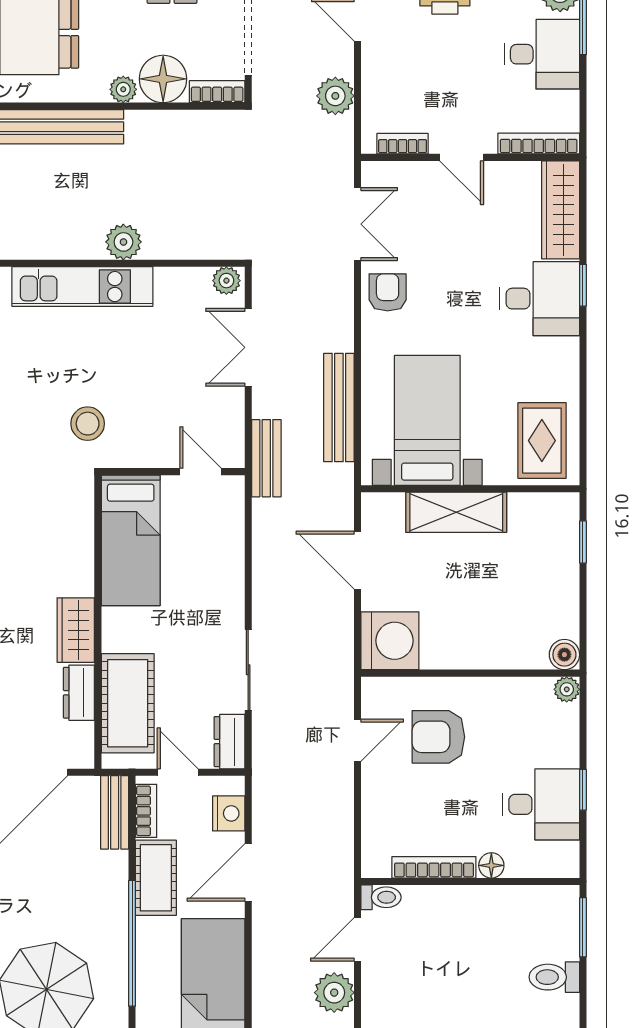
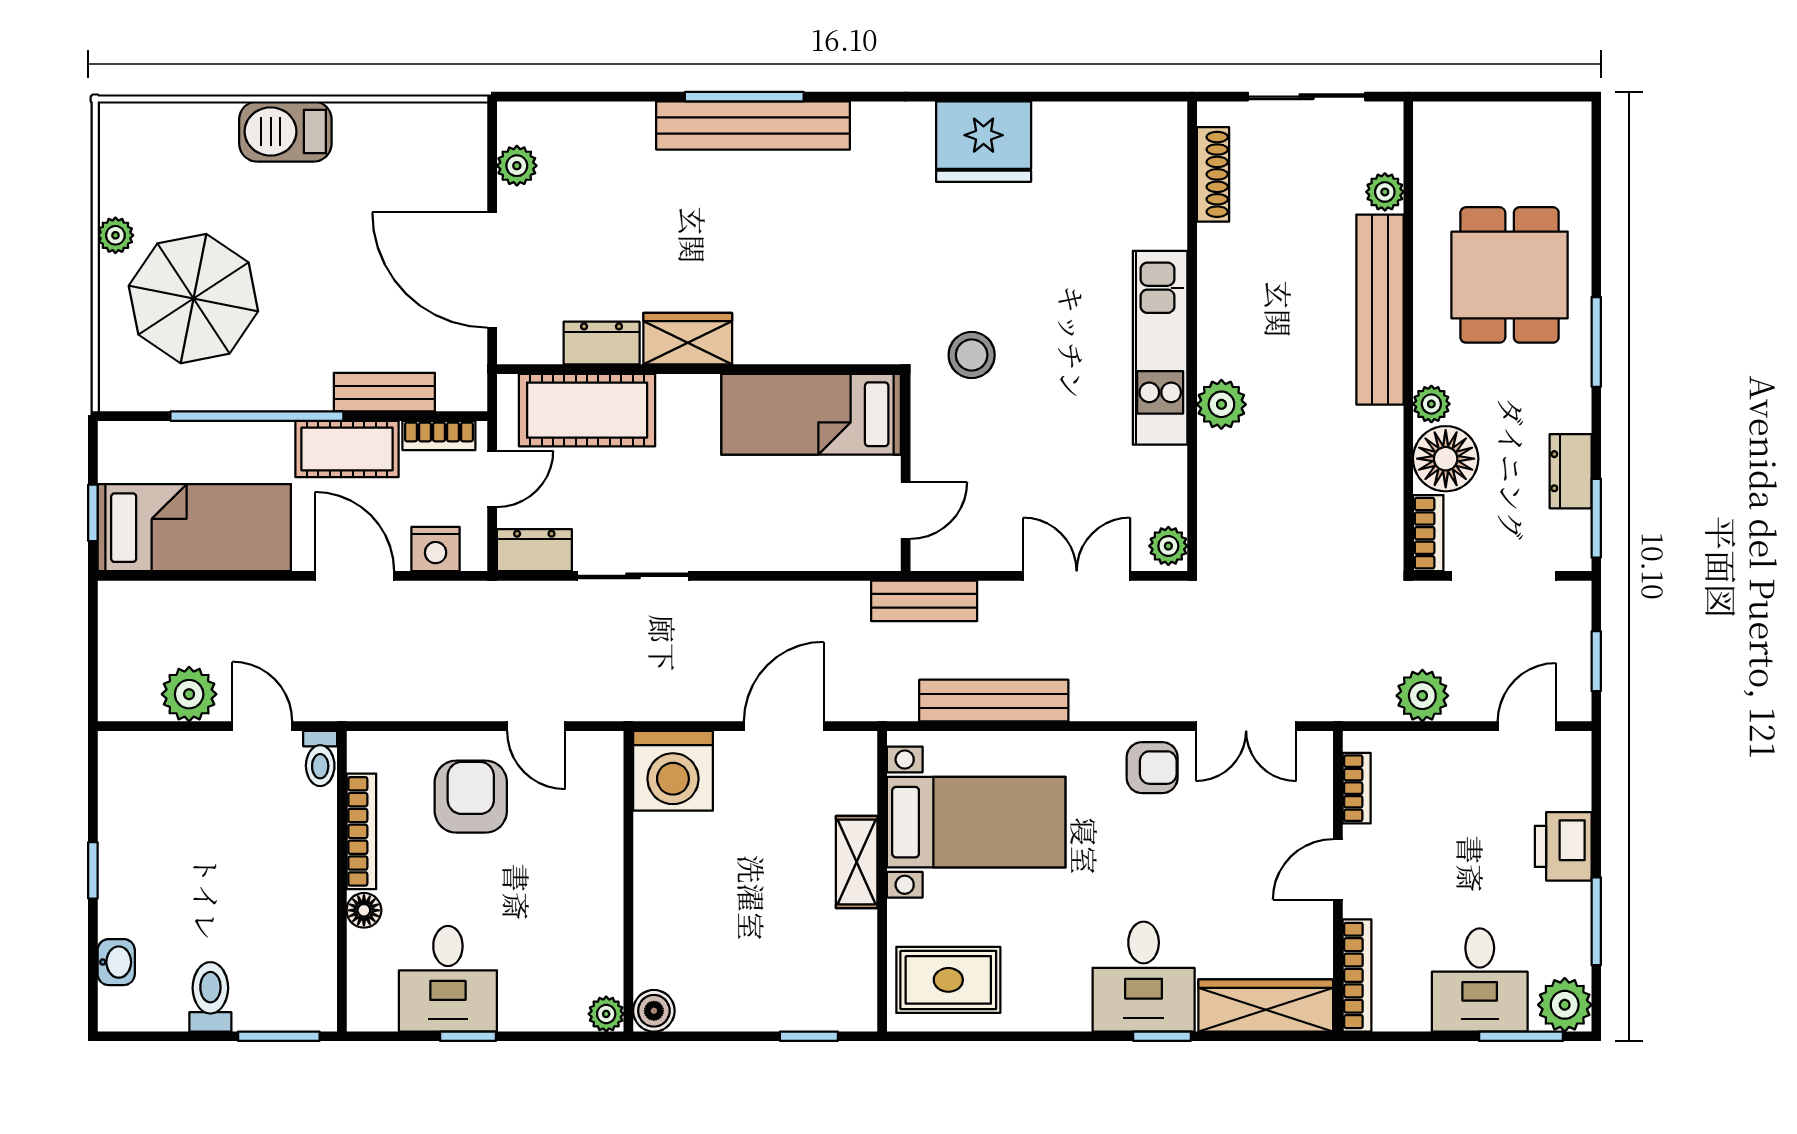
shelving: (456, 512) -> (857, 862), width x0.67, depth x0.75
armchair: (438, 737) -> (471, 797), moved
bench: (115, 812) -> (384, 392), moved

